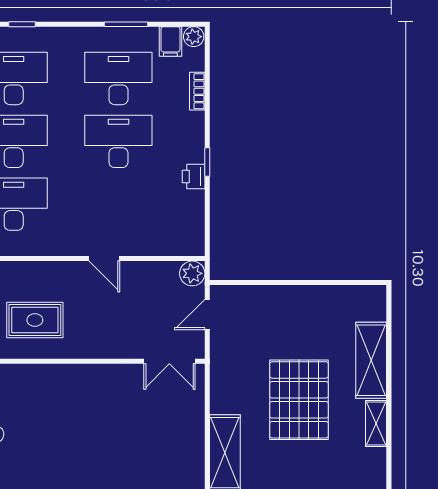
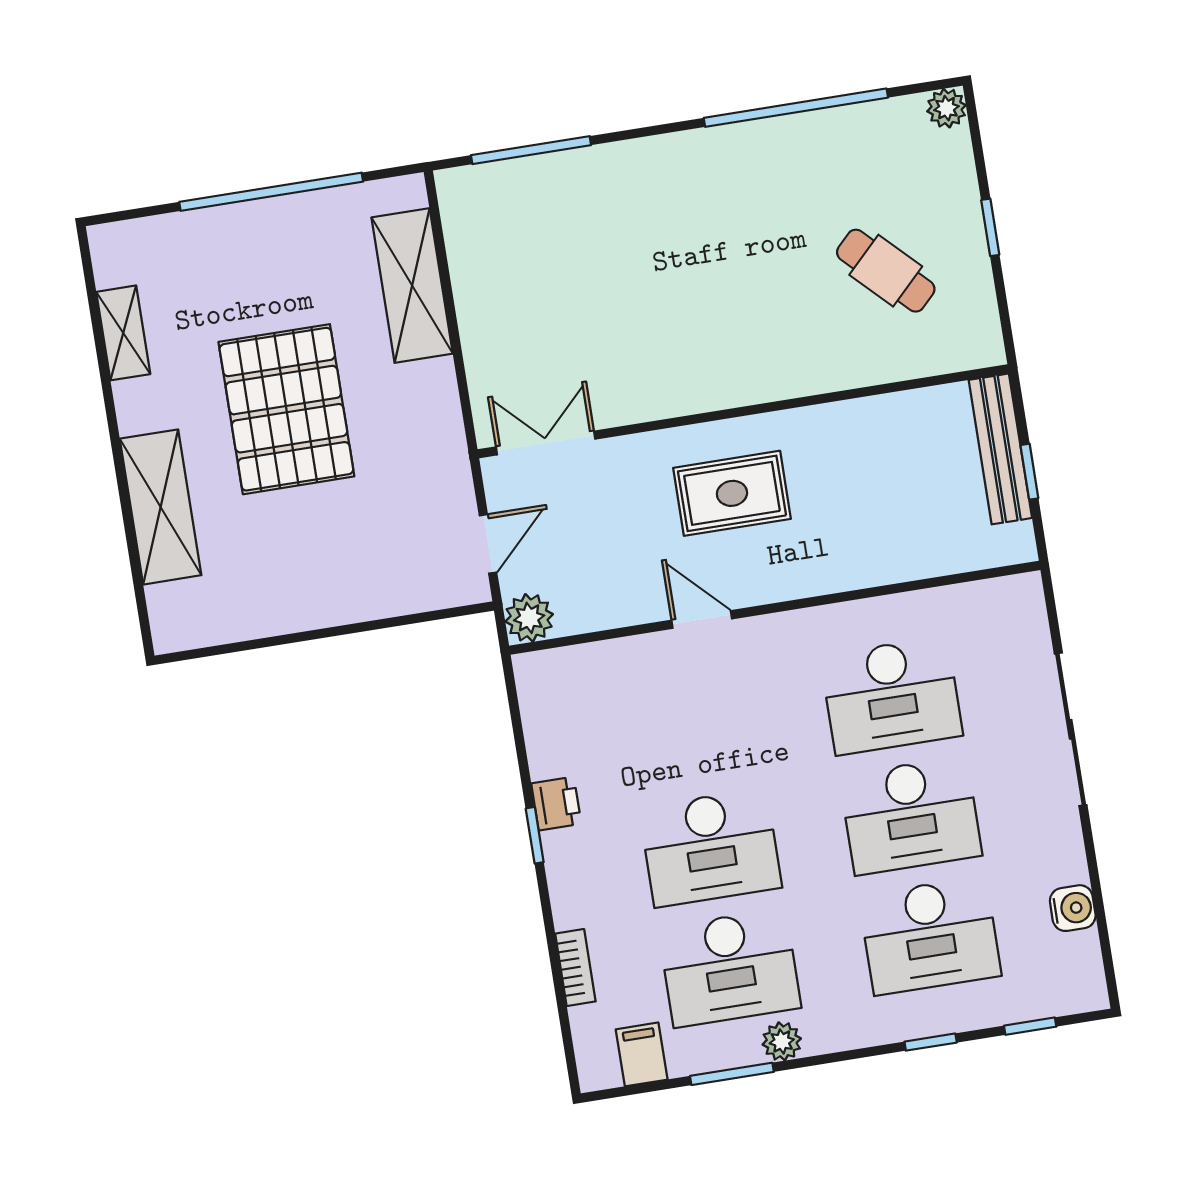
plant: (194, 37) -> (782, 1041), moved
rug: (35, 320) -> (732, 493), moved
shelving: (376, 423) -> (123, 333), moved

